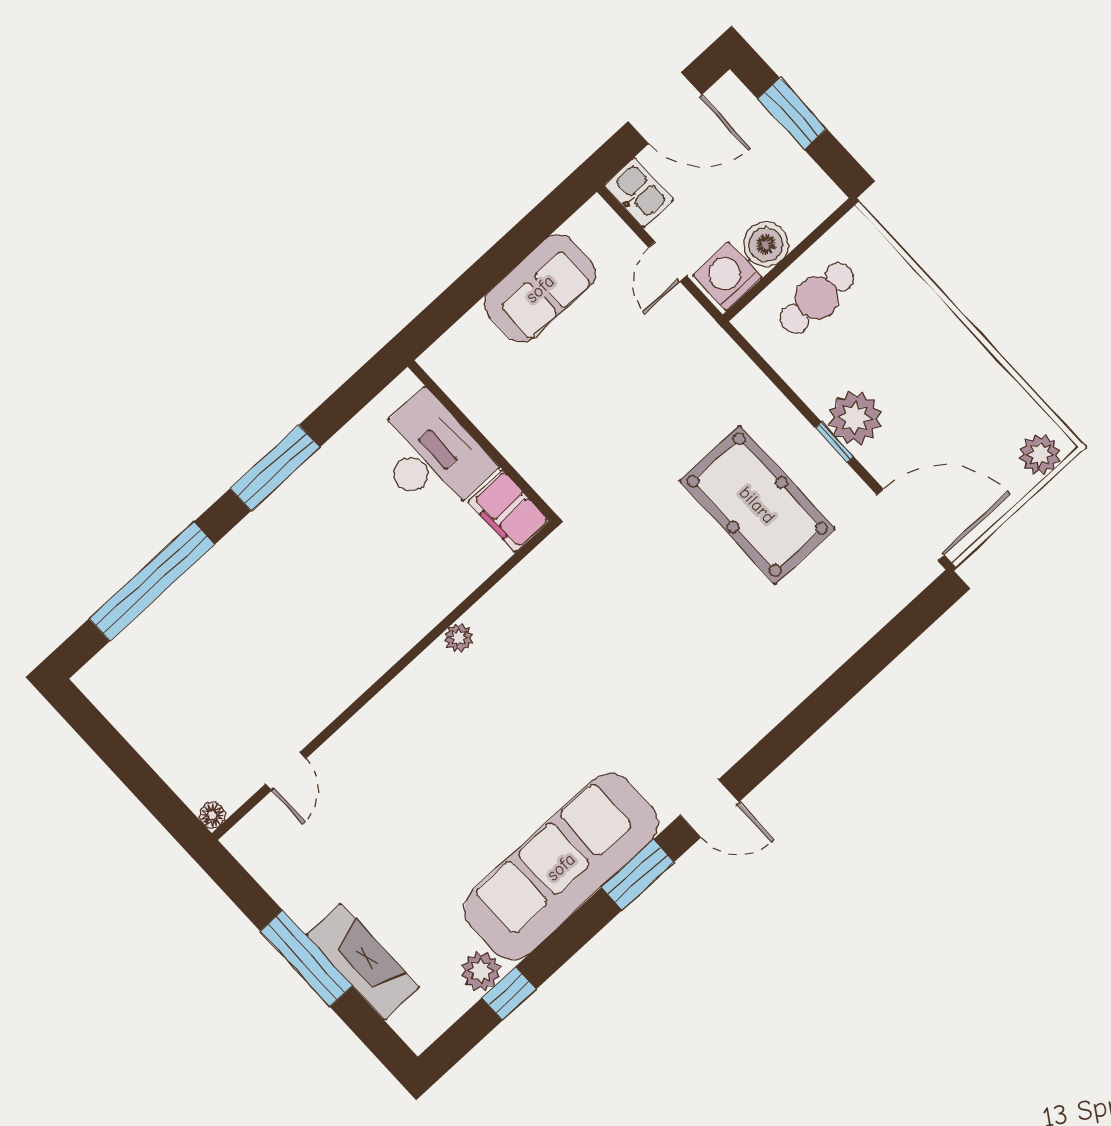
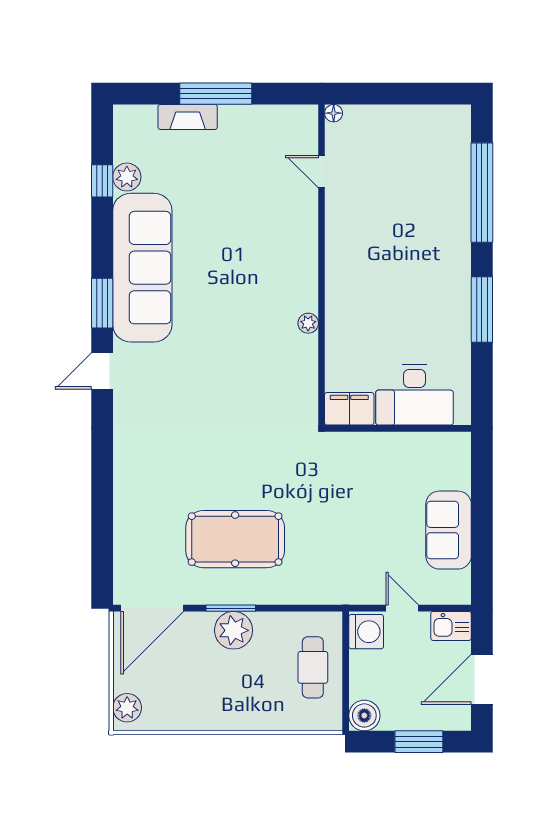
boiler: (766, 244) -> (364, 715), moved
window: (834, 442) -> (231, 608), width x1.50
fireplace: (363, 962) -> (188, 117), width x0.73, depth x0.76

